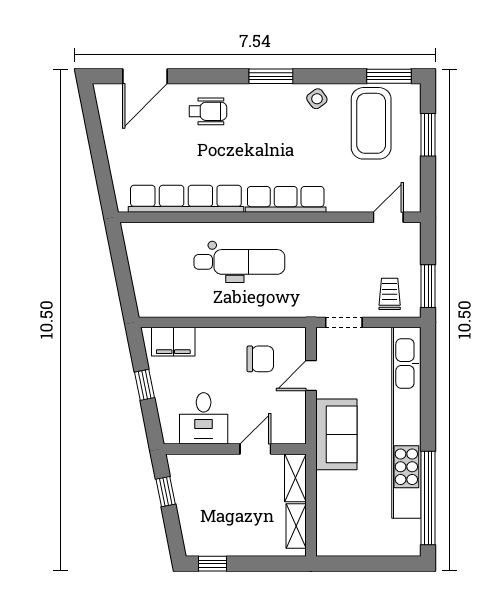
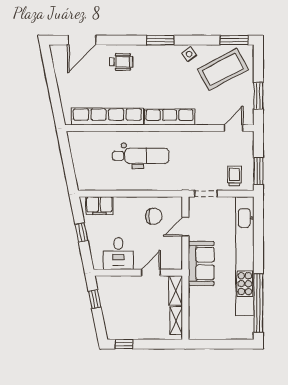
coffee table: (371, 123) -> (223, 69), turned 62
window: (428, 135) -> (258, 96), moved

